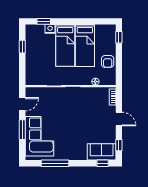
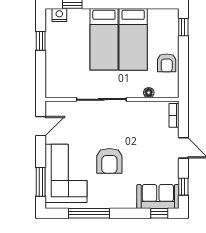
nightstand: (50, 29) -> (59, 15), moved
armchair: (69, 128) -> (109, 161), added
window: (22, 130) -> (41, 182), moved

